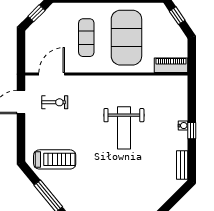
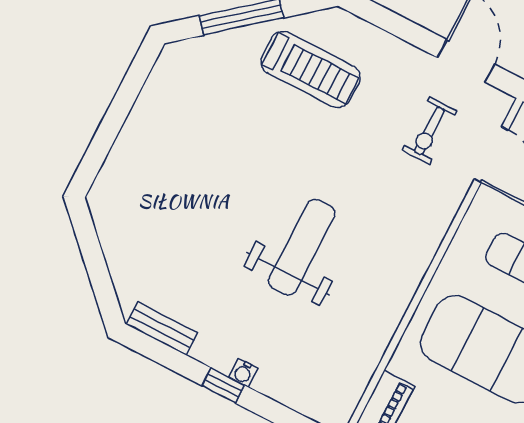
weight bench: (124, 128) -> (302, 247), turned 90
treadmill: (55, 159) -> (310, 69), turned -90

